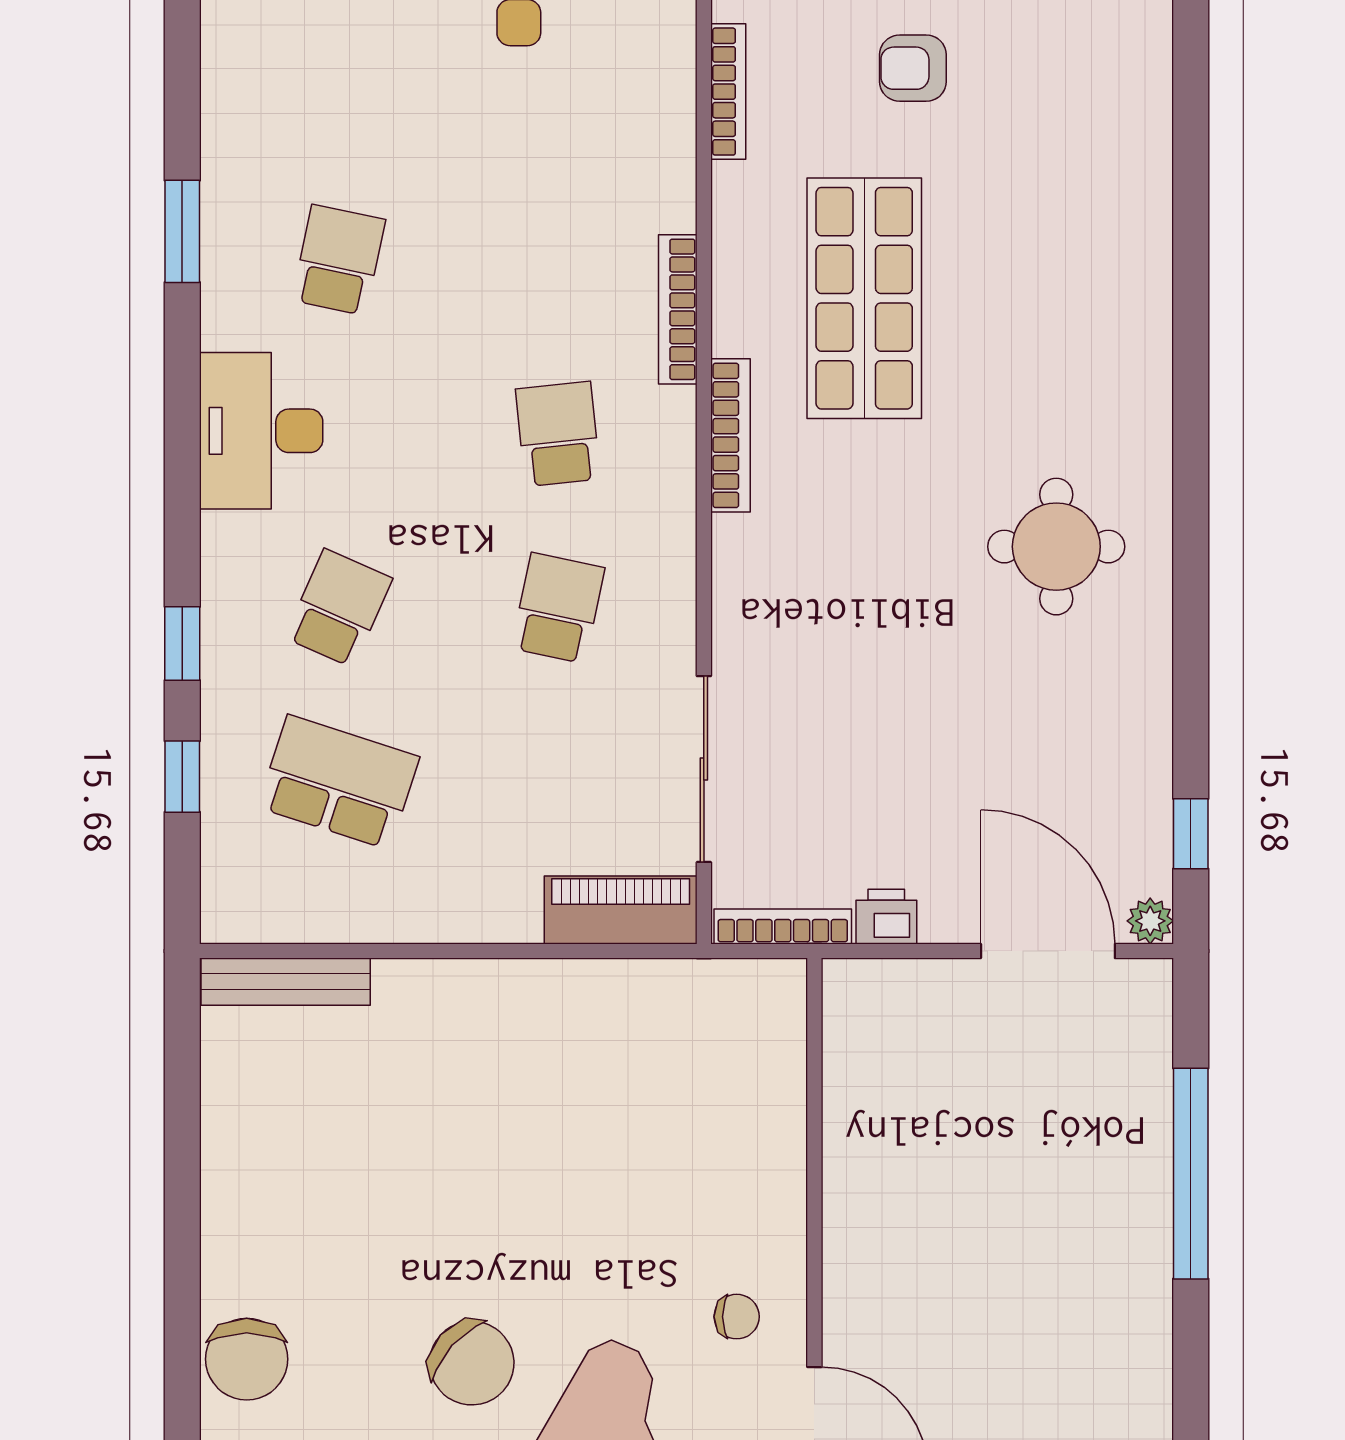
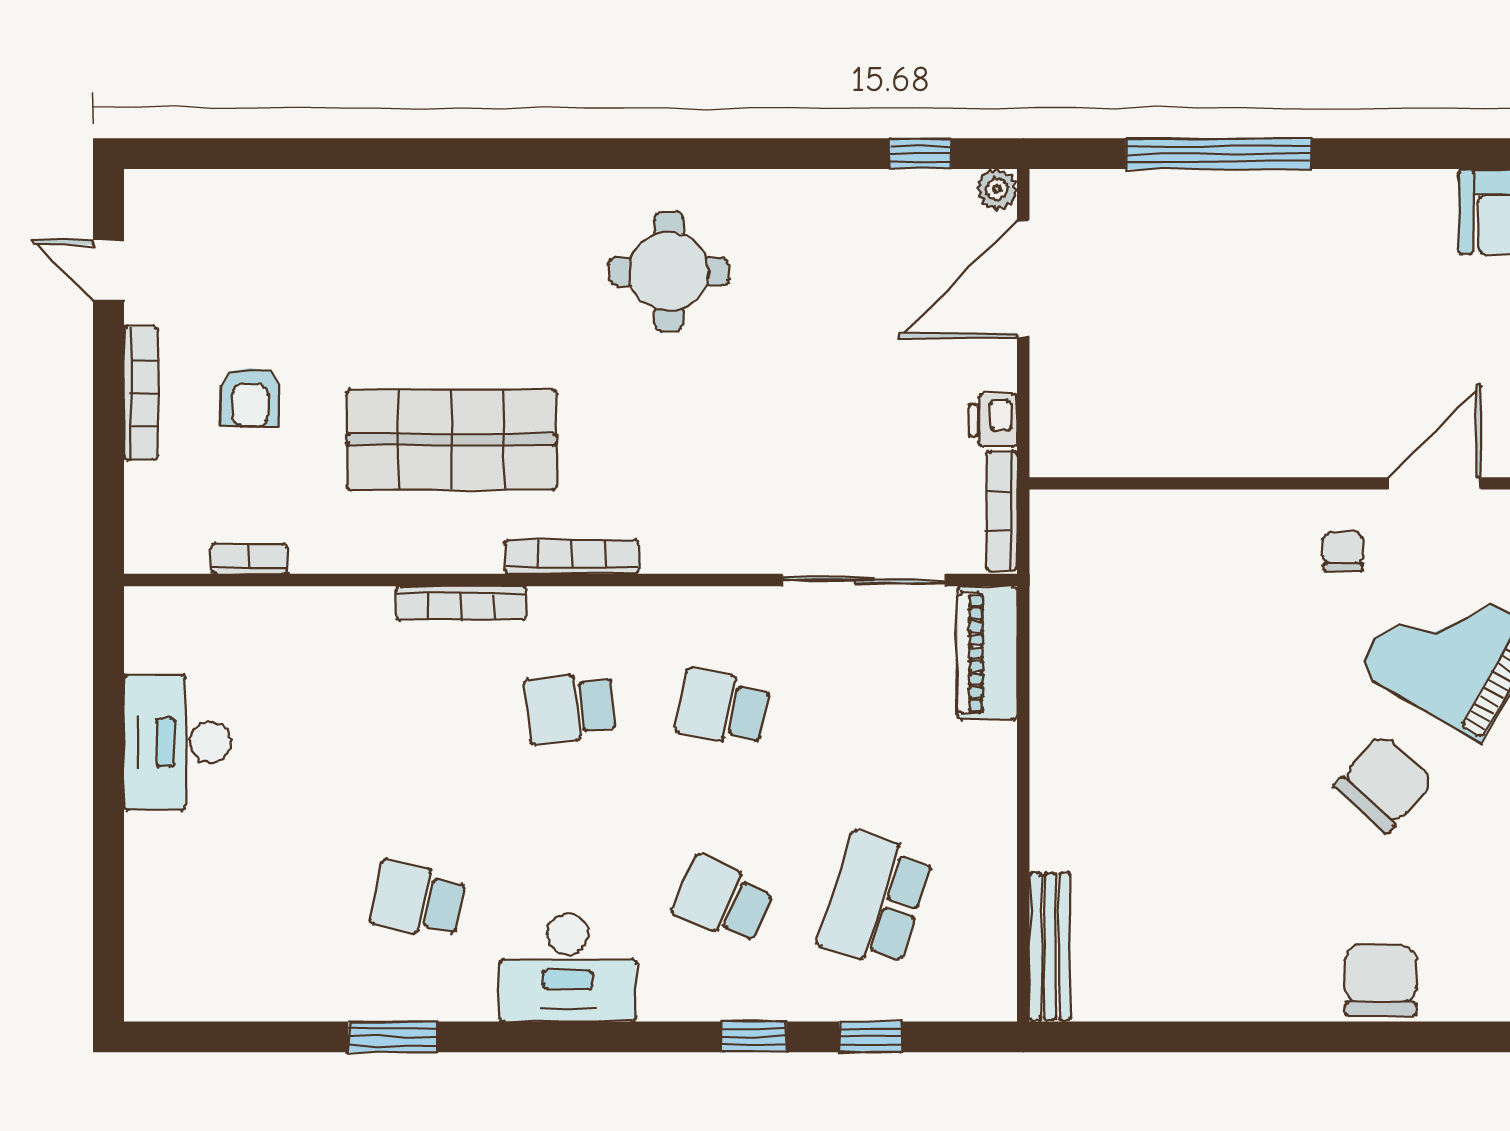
bookcase: (728, 92) -> (249, 559), width x0.64
chair: (247, 1359) -> (1381, 980), turned -90

